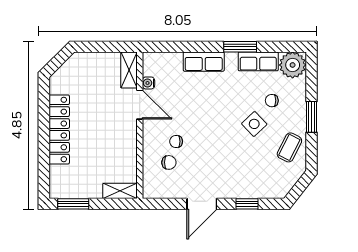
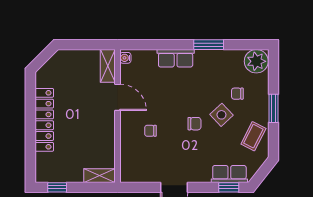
row of seats: (258, 61) -> (229, 174), moved, turned 180
water cooler: (148, 83) -> (125, 58), moved
chair: (169, 162) -> (194, 124), moved
window: (73, 204) -> (57, 187), width x0.67
window: (247, 204) -> (229, 187), moved

